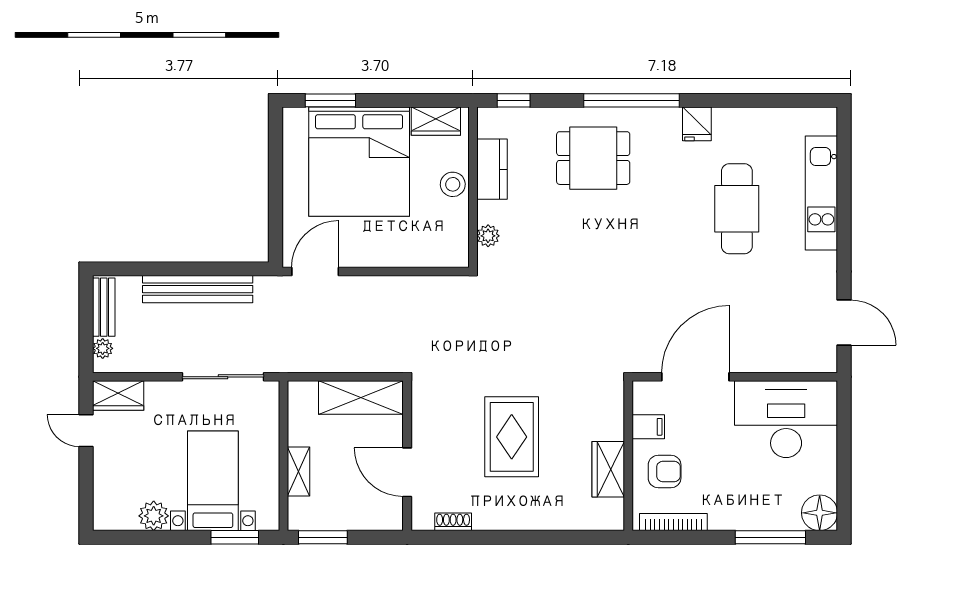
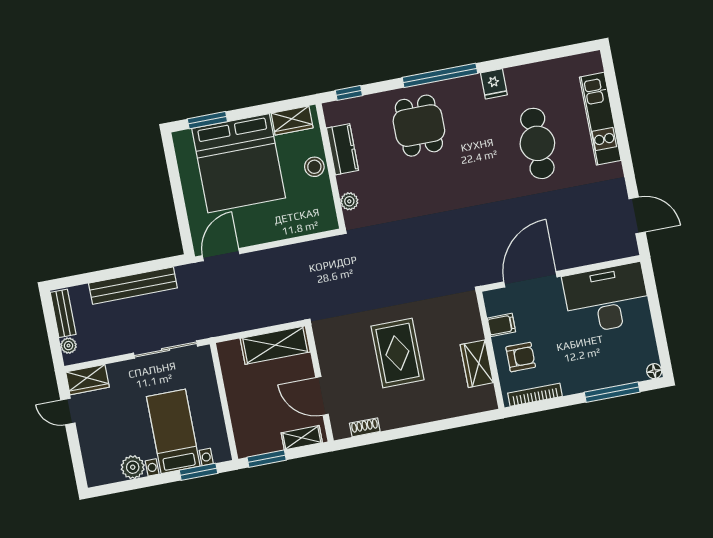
dining table: (593, 158) -> (419, 126), turned 90
shelving: (299, 472) -> (302, 438), moved, turned 90
floor lamp: (820, 513) -> (654, 371), width x0.53, depth x0.53

